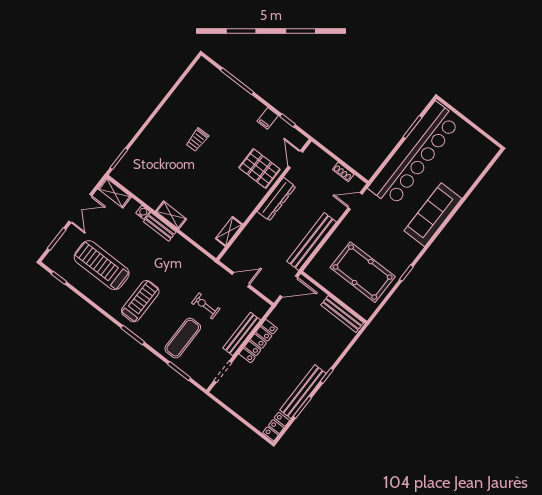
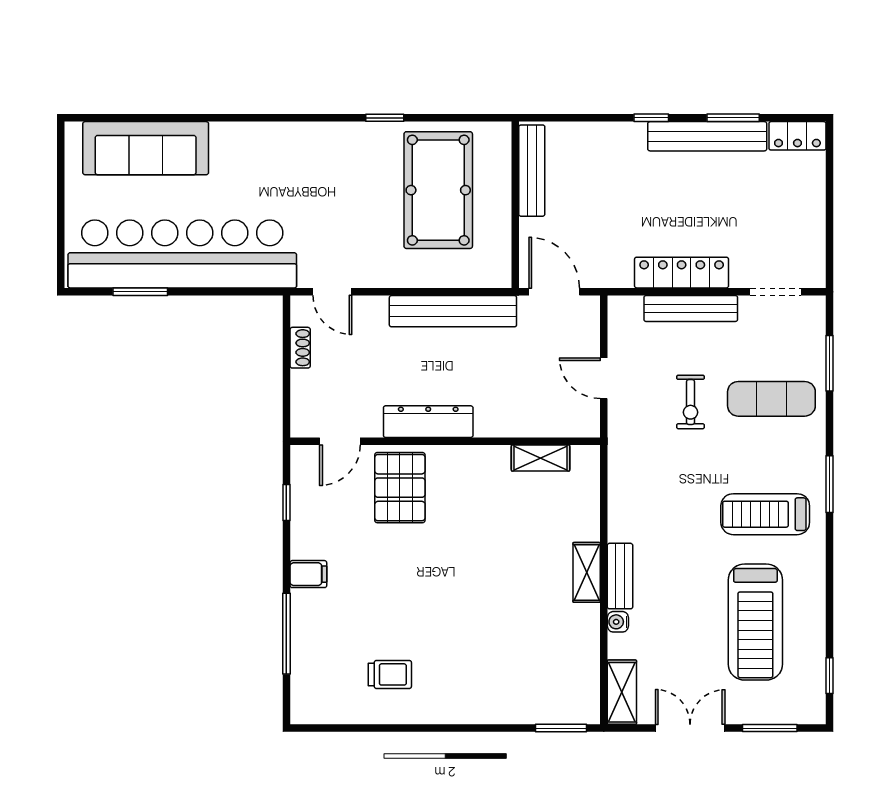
filing cabinet: (268, 118) -> (308, 574), moved
trolley: (197, 140) -> (390, 674), moved
sofa: (433, 215) -> (146, 148), moved

